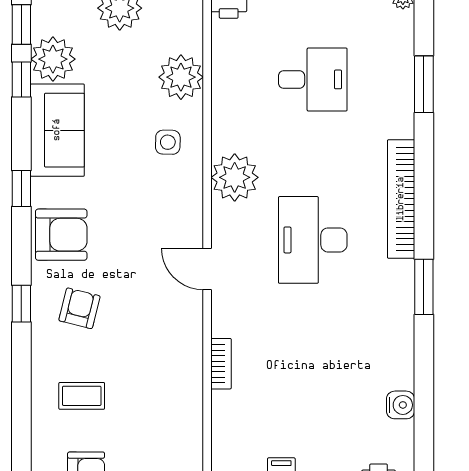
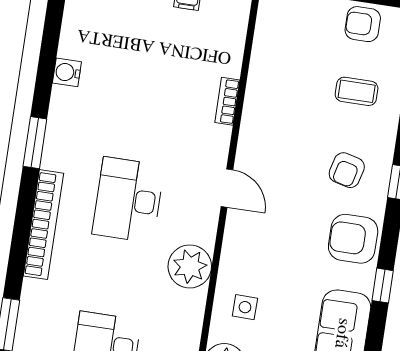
desk: (313, 240) -> (128, 200), turned 180
water cooler: (401, 405) -> (67, 72), moved

